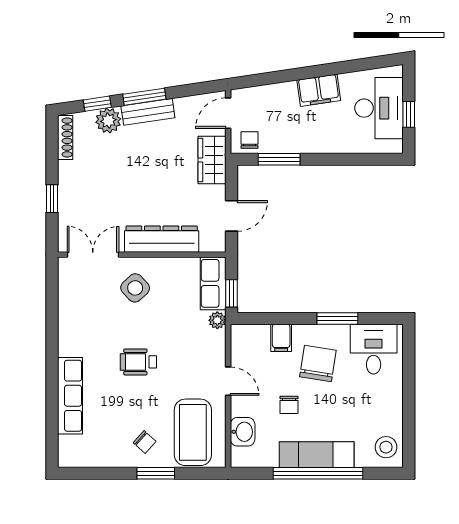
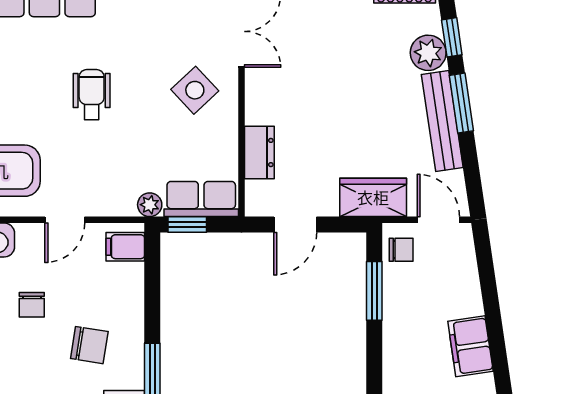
bench: (148, 112) -> (442, 121), width x1.36
door: (231, 216) -> (295, 225), hinge flipped
dresser: (162, 239) -> (259, 153), width x0.51, depth x0.80
filing cabinet: (281, 338) -> (125, 247), moved
chair: (318, 364) -> (89, 345), width x0.73, depth x0.73
chair: (289, 405) -> (32, 305), turned -90

